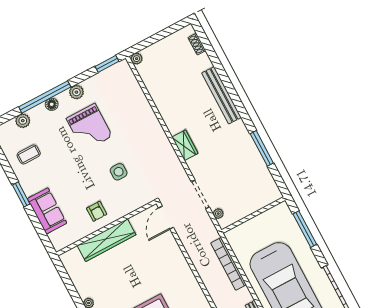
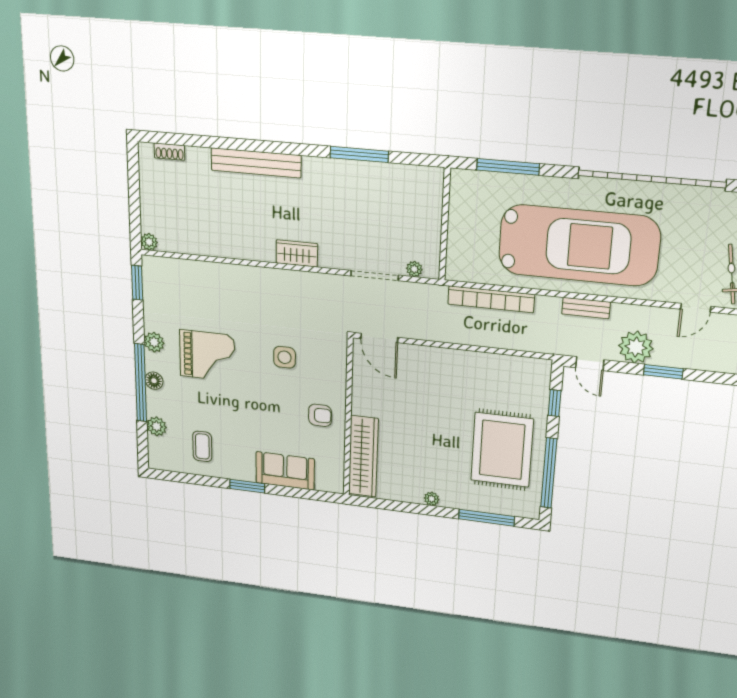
wardrobe: (107, 240) -> (363, 456), moved

